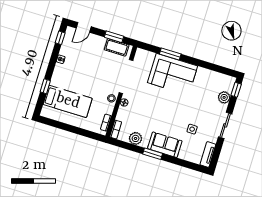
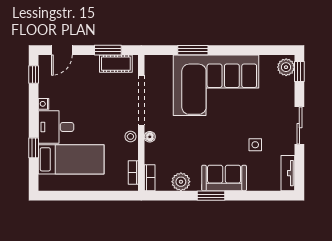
corner sofa: (173, 74) -> (216, 85), width x1.36, depth x1.36
desk: (64, 77) -> (56, 127), added
plant: (224, 97) -> (286, 67), moved

